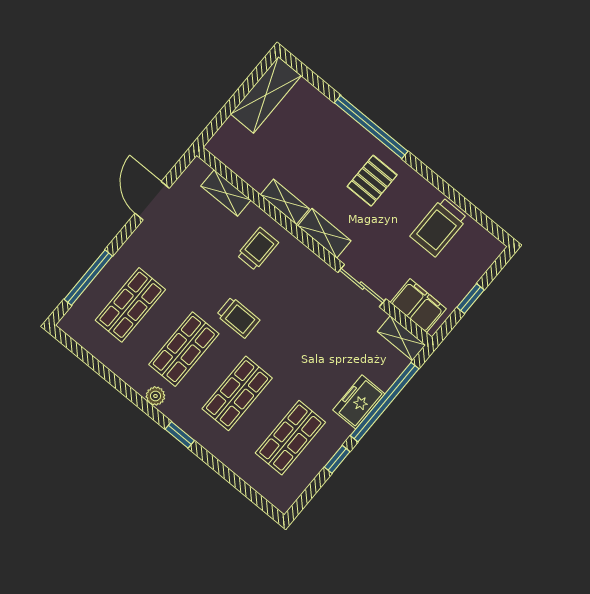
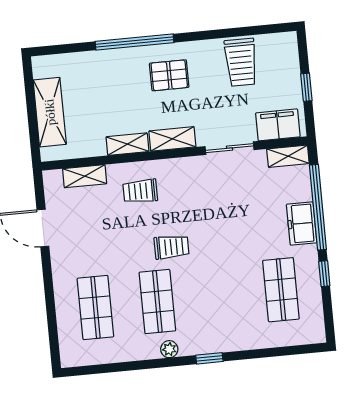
shelving: (266, 95) -> (50, 112), moved
pallet: (372, 181) -> (169, 75), turned 90
trolley: (258, 249) -> (140, 191), turned -90
window: (88, 278) -> (51, 317), removed
shop shelf: (237, 393) -> (219, 296), removed

